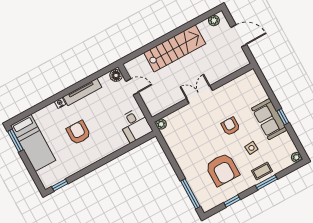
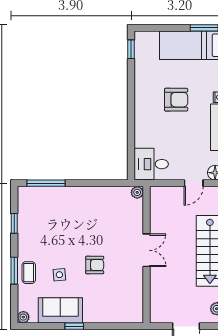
sofa: (269, 119) -> (60, 310), moved
armchair: (222, 170) -> (53, 231), removed

